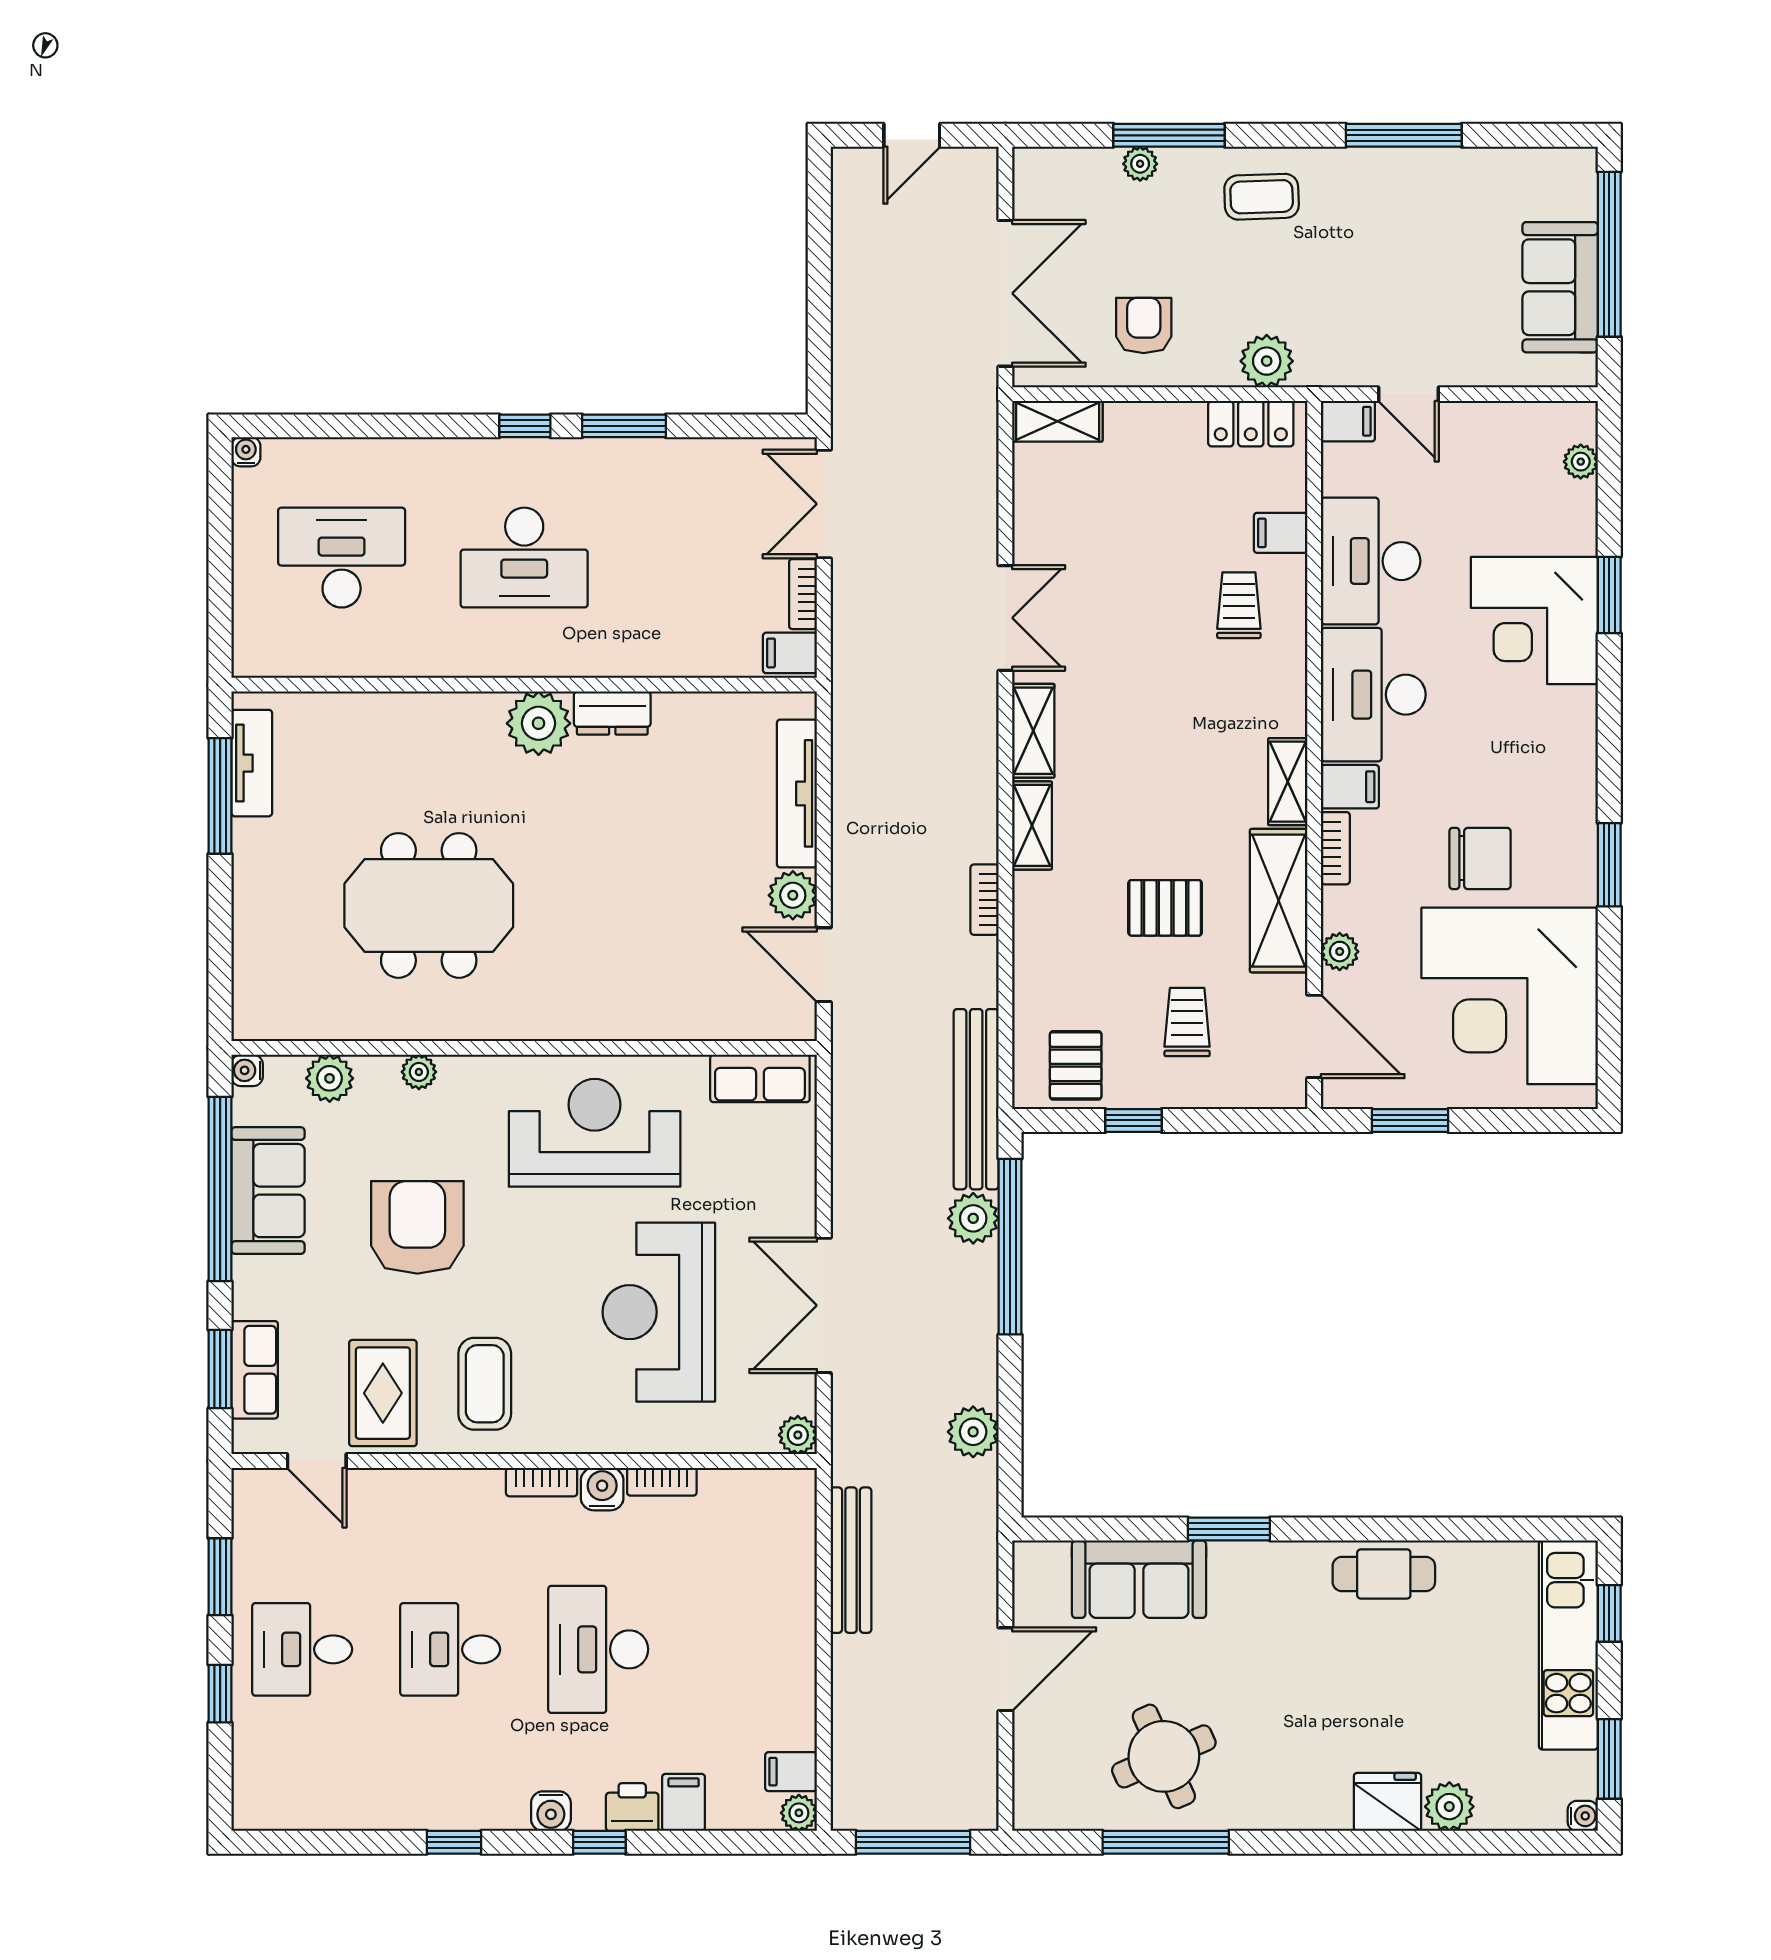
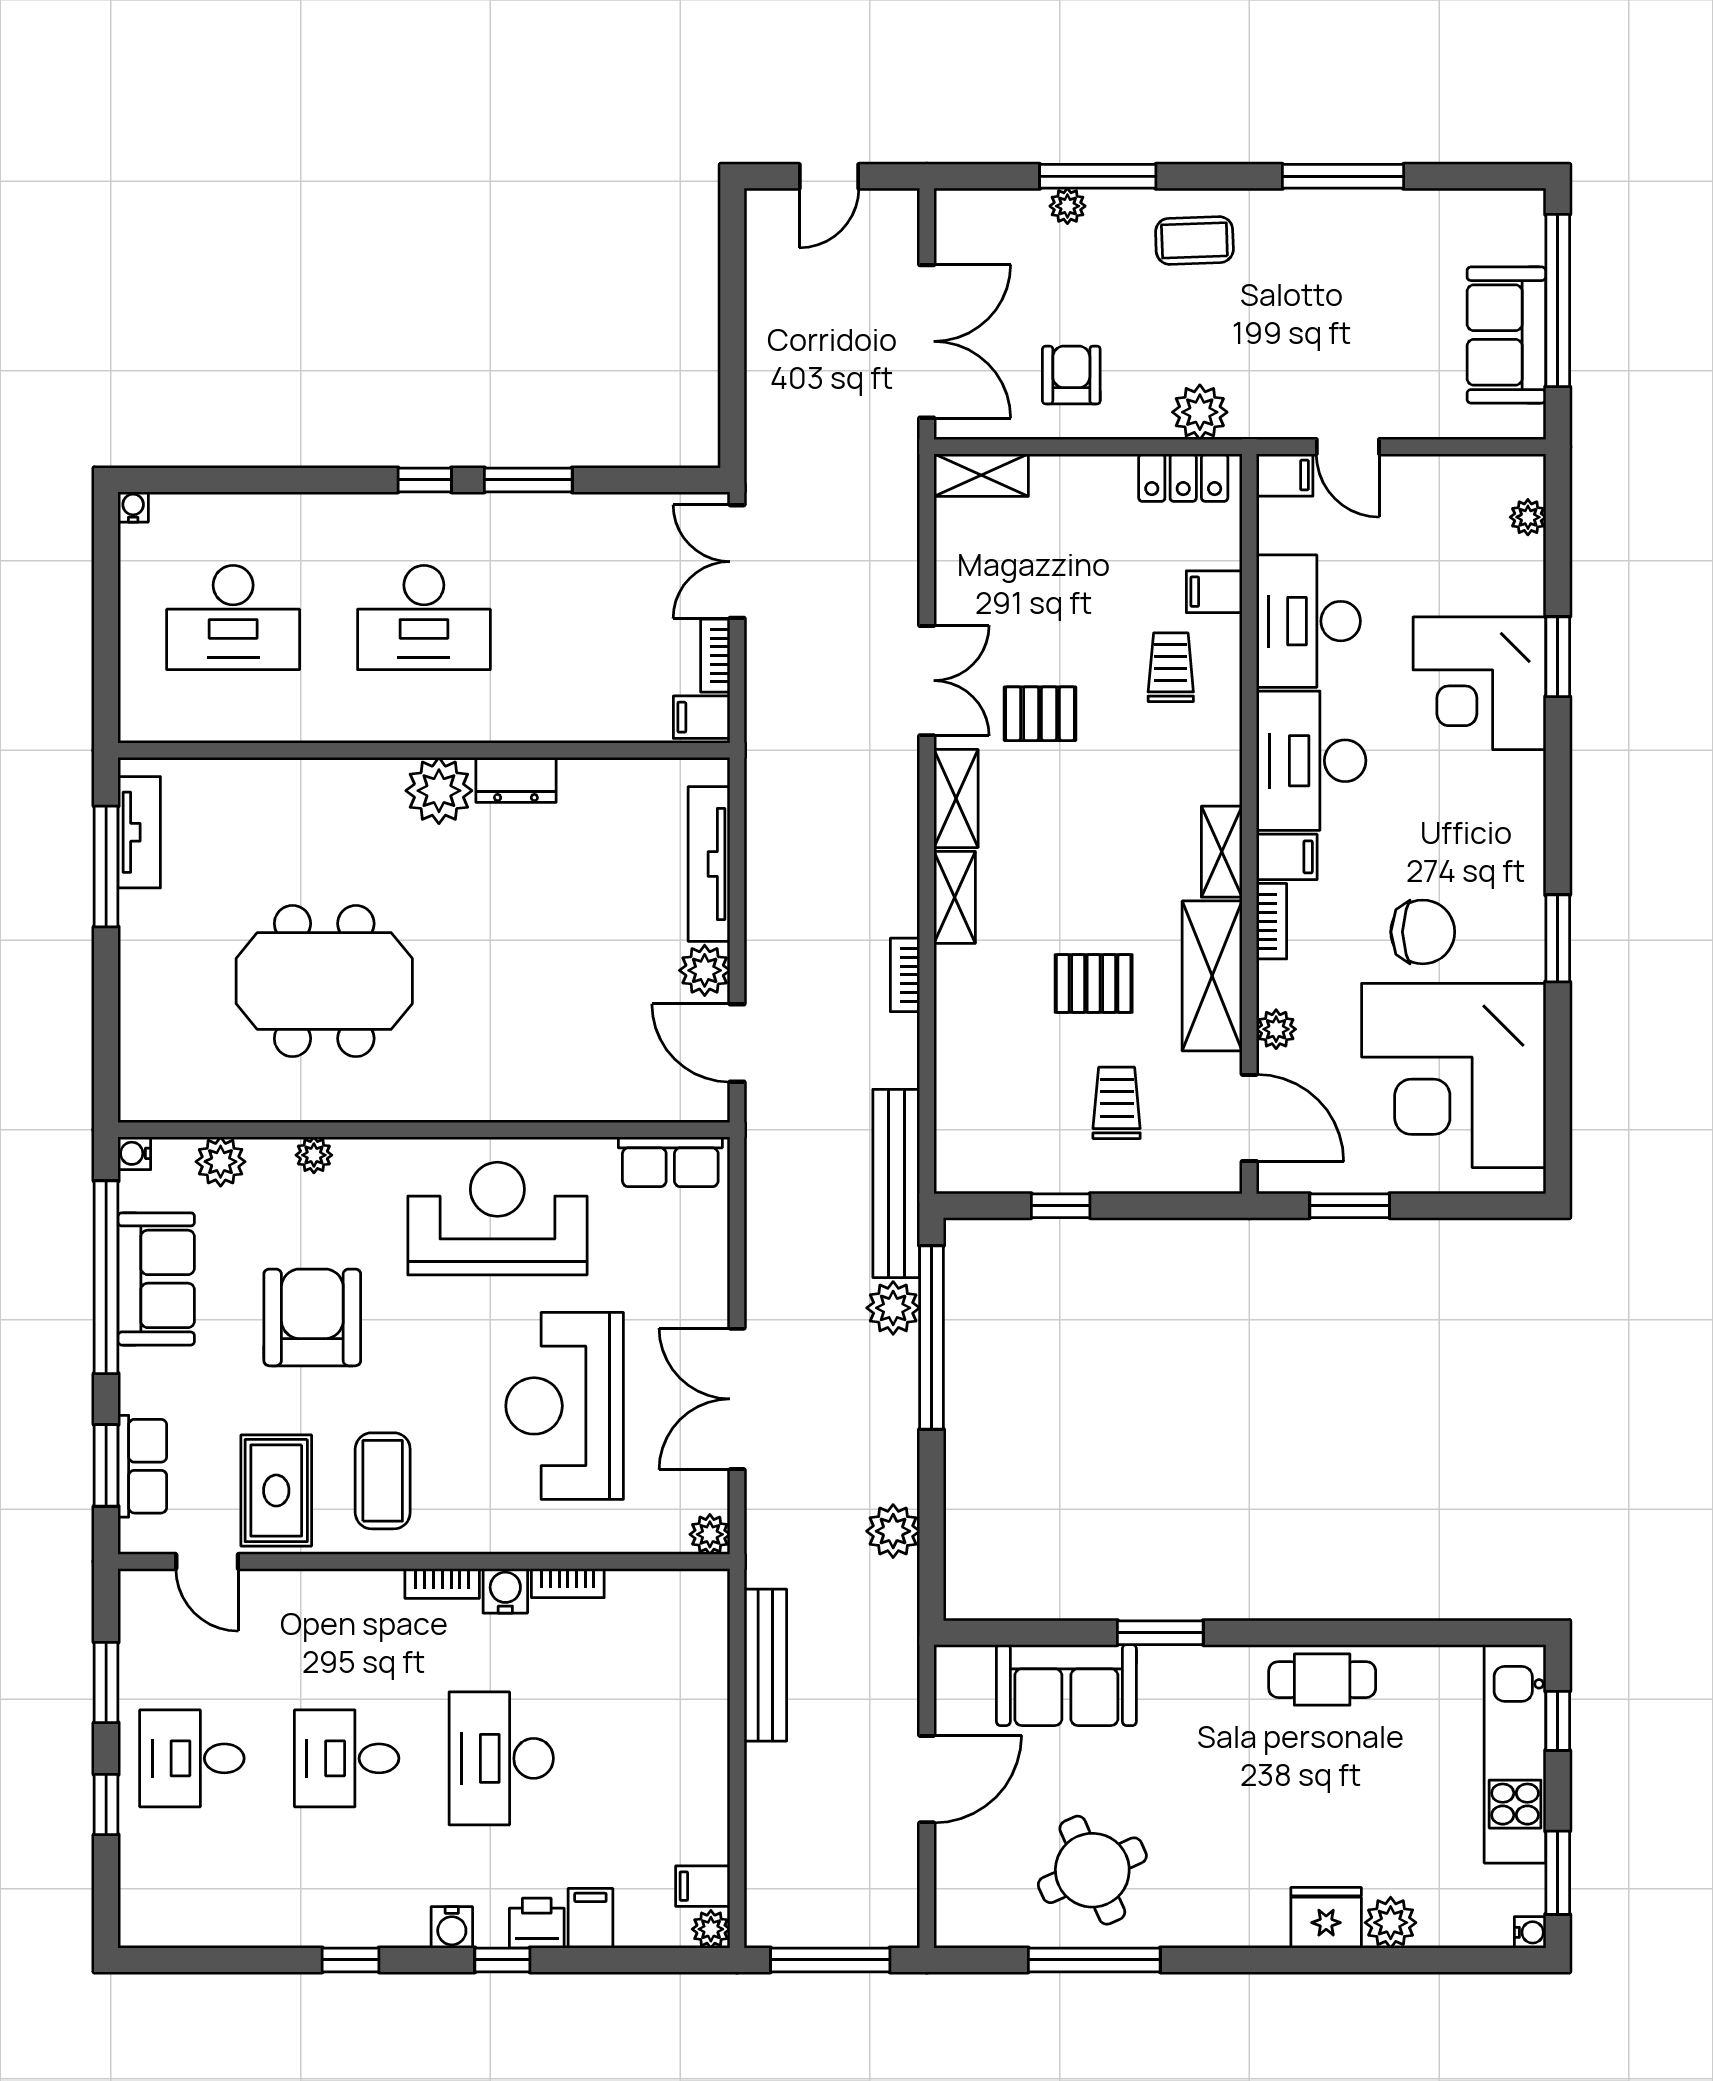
desk: (342, 558) -> (233, 617), turned 180
pallet: (1076, 1065) -> (1040, 714), moved, turned 90

